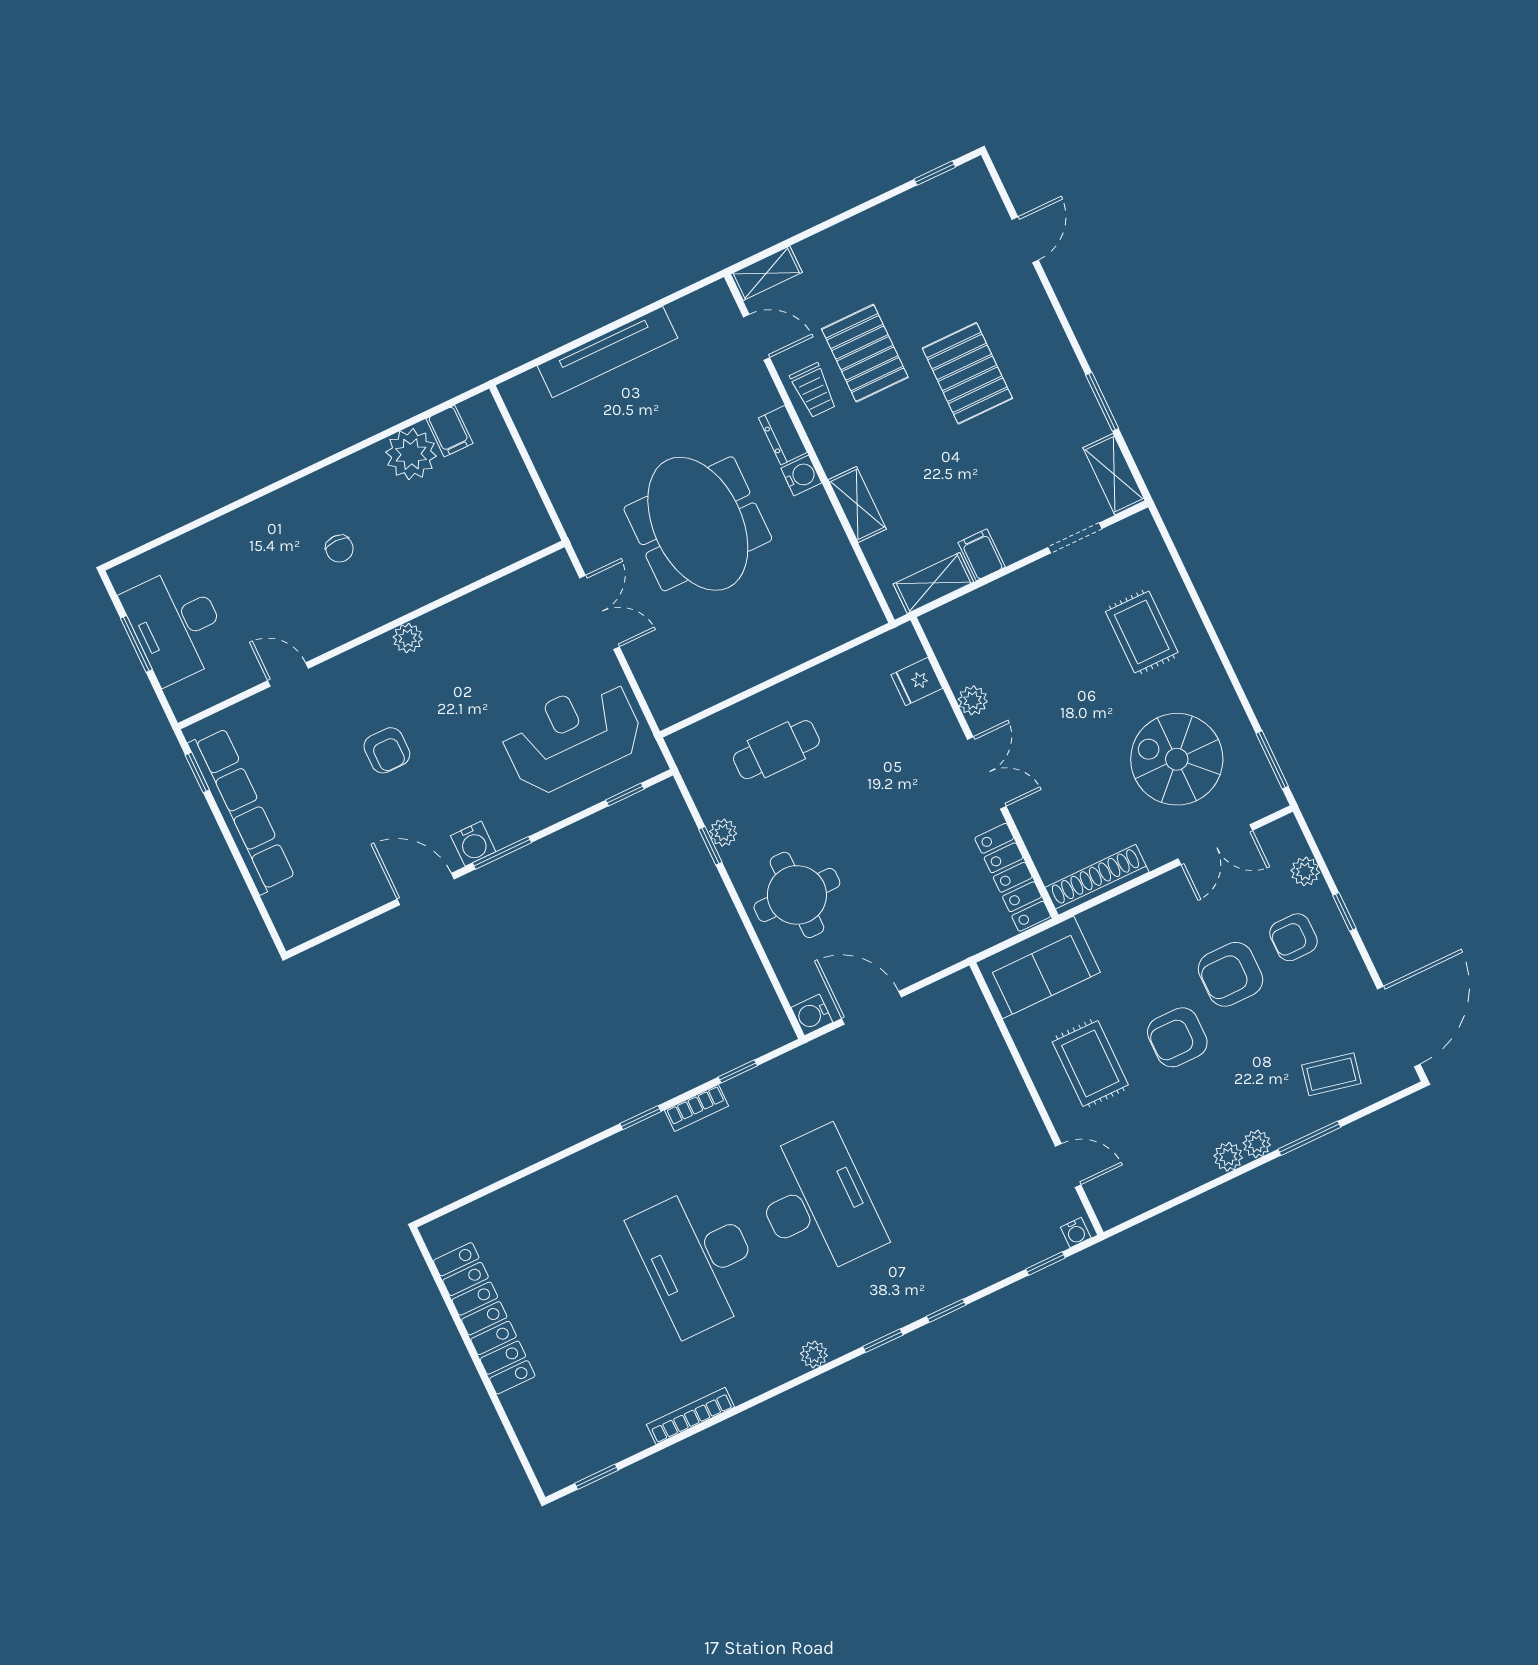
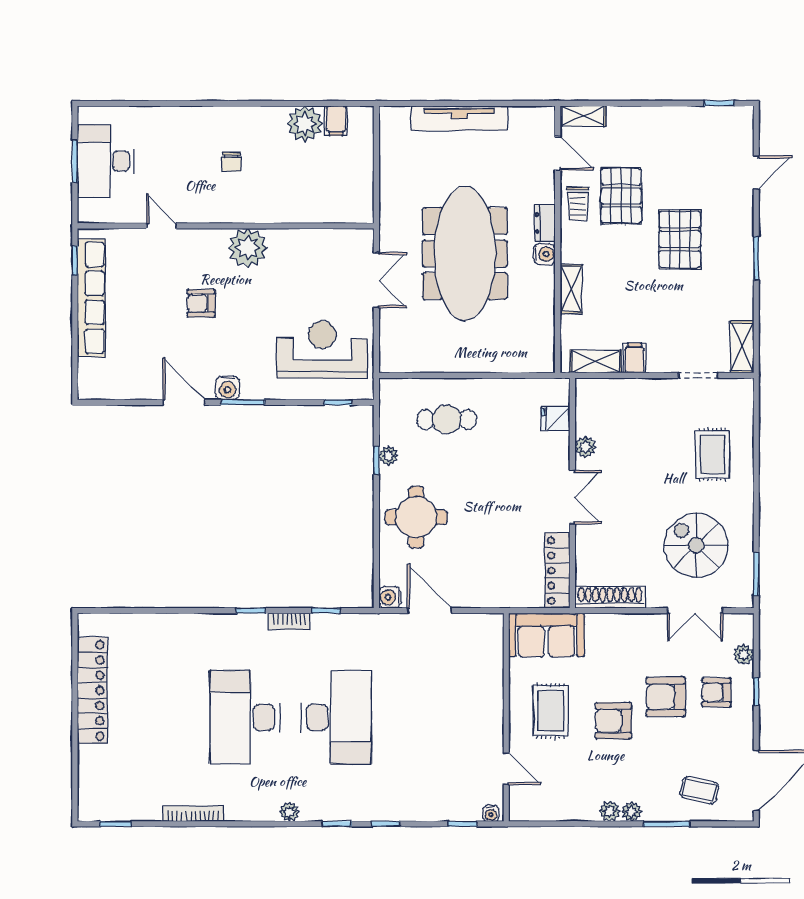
window: (1102, 402) -> (756, 258), moved
meeting table: (698, 524) -> (465, 254), width x1.36
plant: (408, 638) -> (248, 248), width x1.88, depth x1.88
armchair: (387, 750) -> (201, 303), turned 90

